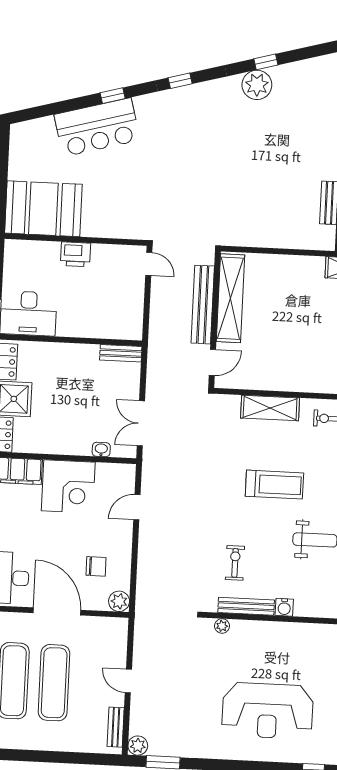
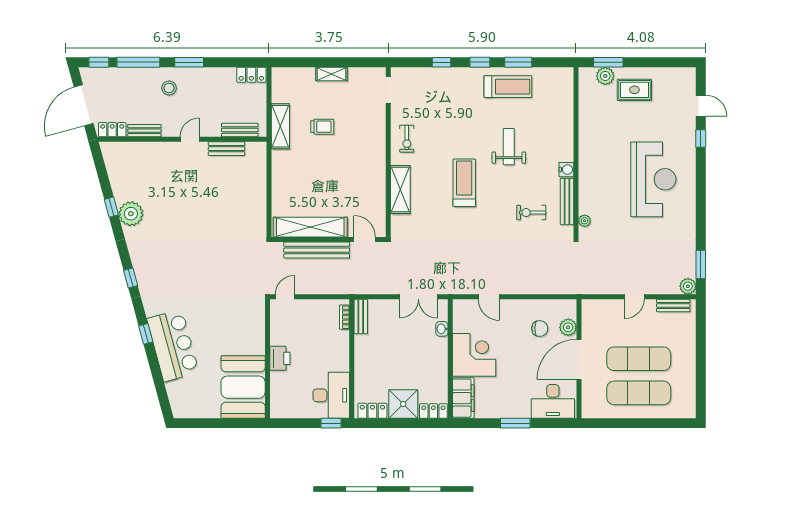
bookcase: (121, 334) -> (344, 317), added
chair: (96, 566) -> (540, 328), turned 90
plant: (119, 601) -> (568, 327), moved

